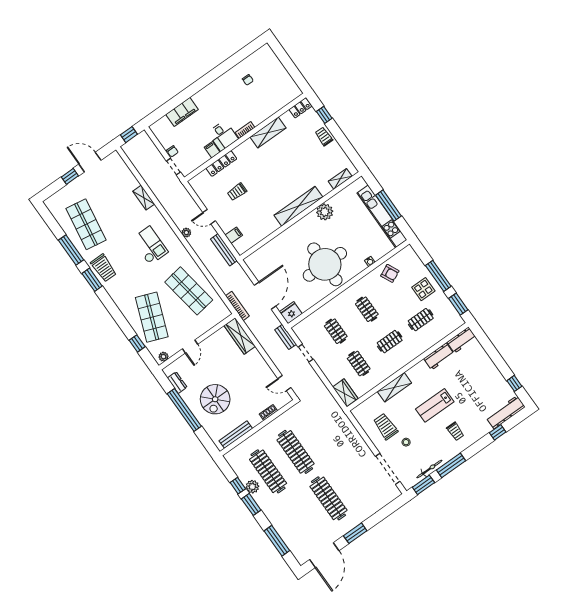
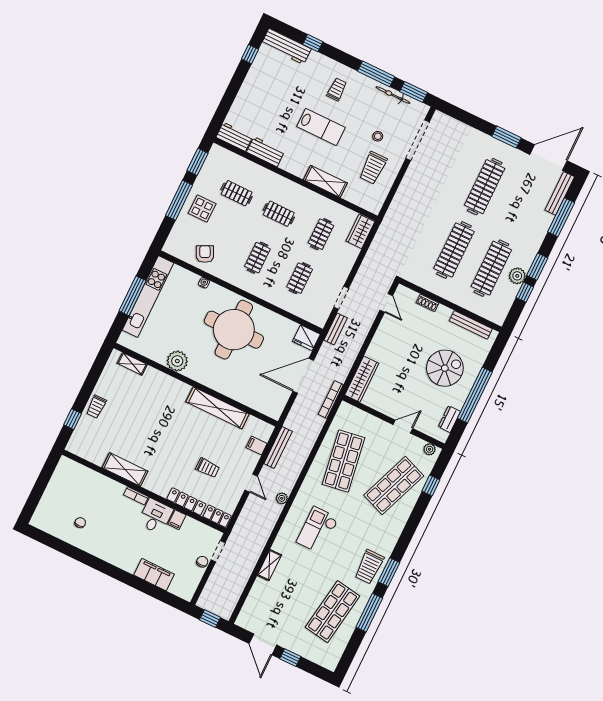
locker: (300, 108) -> (217, 516), moved
shelving: (298, 206) -> (218, 408), moved
trolley: (104, 268) -> (369, 567), turned 180
bench: (294, 549) -> (560, 193), added

